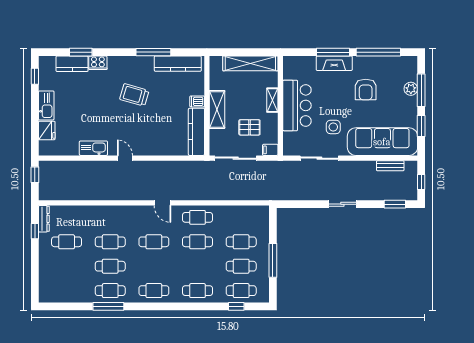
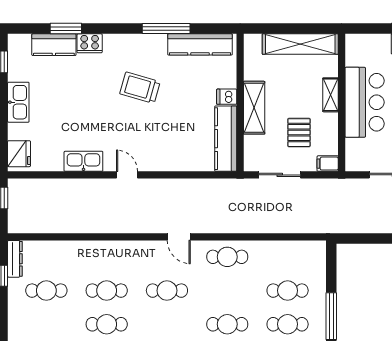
pallet: (249, 127) -> (299, 133), turned 90
fridge: (47, 130) -> (19, 154), moved
sliding door: (236, 158) -> (280, 175), width x0.73
cafe table: (198, 242) -> (227, 324), moved

